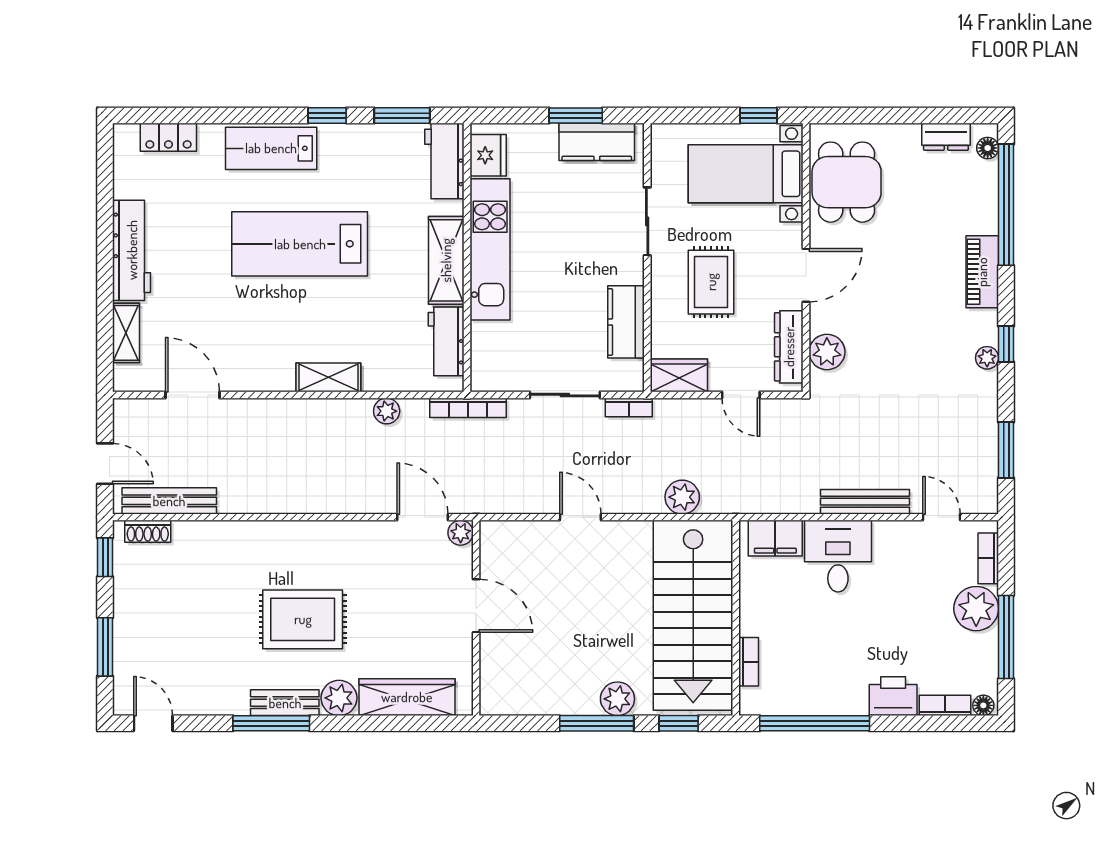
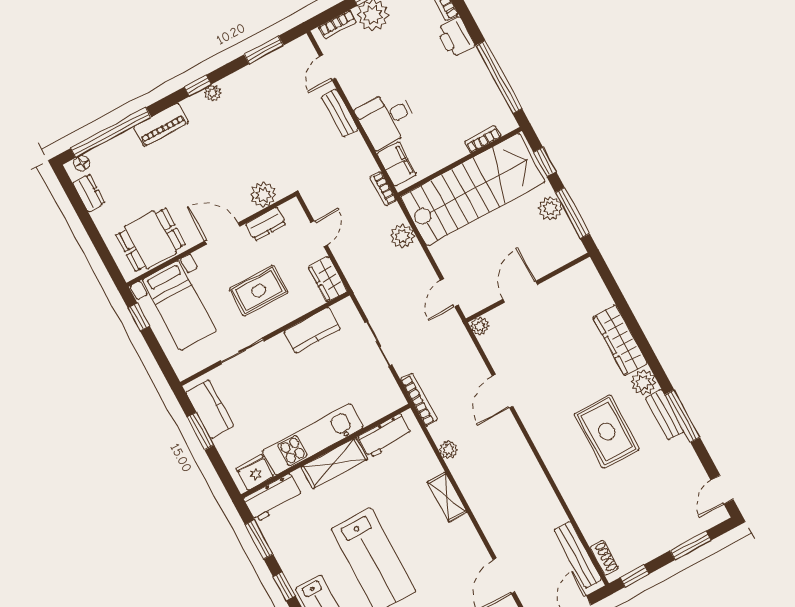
dresser: (789, 347) -> (266, 224), width x0.70
bookcase: (629, 407) -> (383, 189), moved, turned 180
bench: (865, 502) -> (340, 113), width x0.73
plant: (461, 533) -> (480, 326), moved
door: (476, 606) -> (520, 292), moved
wall: (476, 618) -> (528, 288), moved

